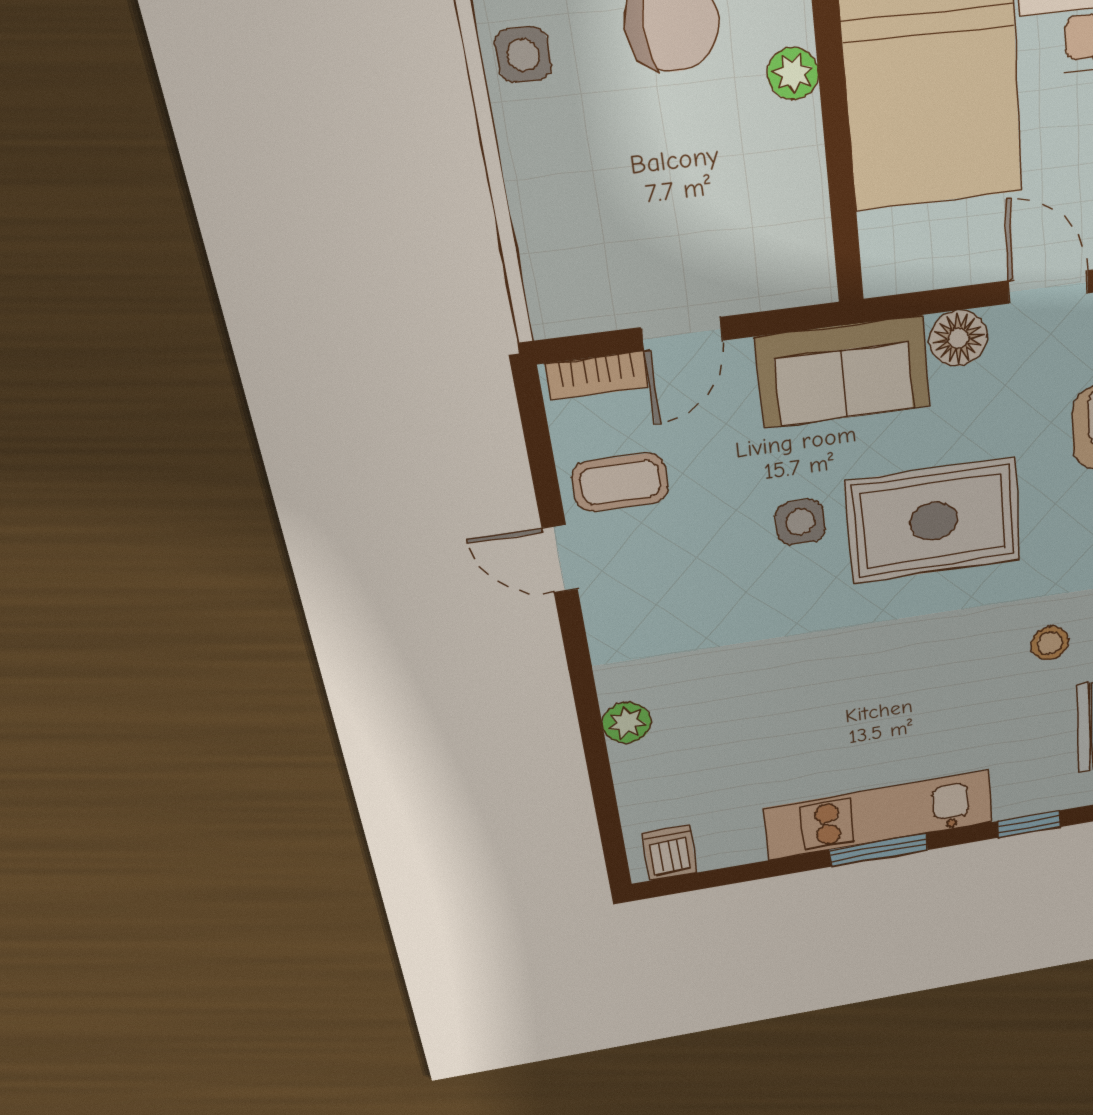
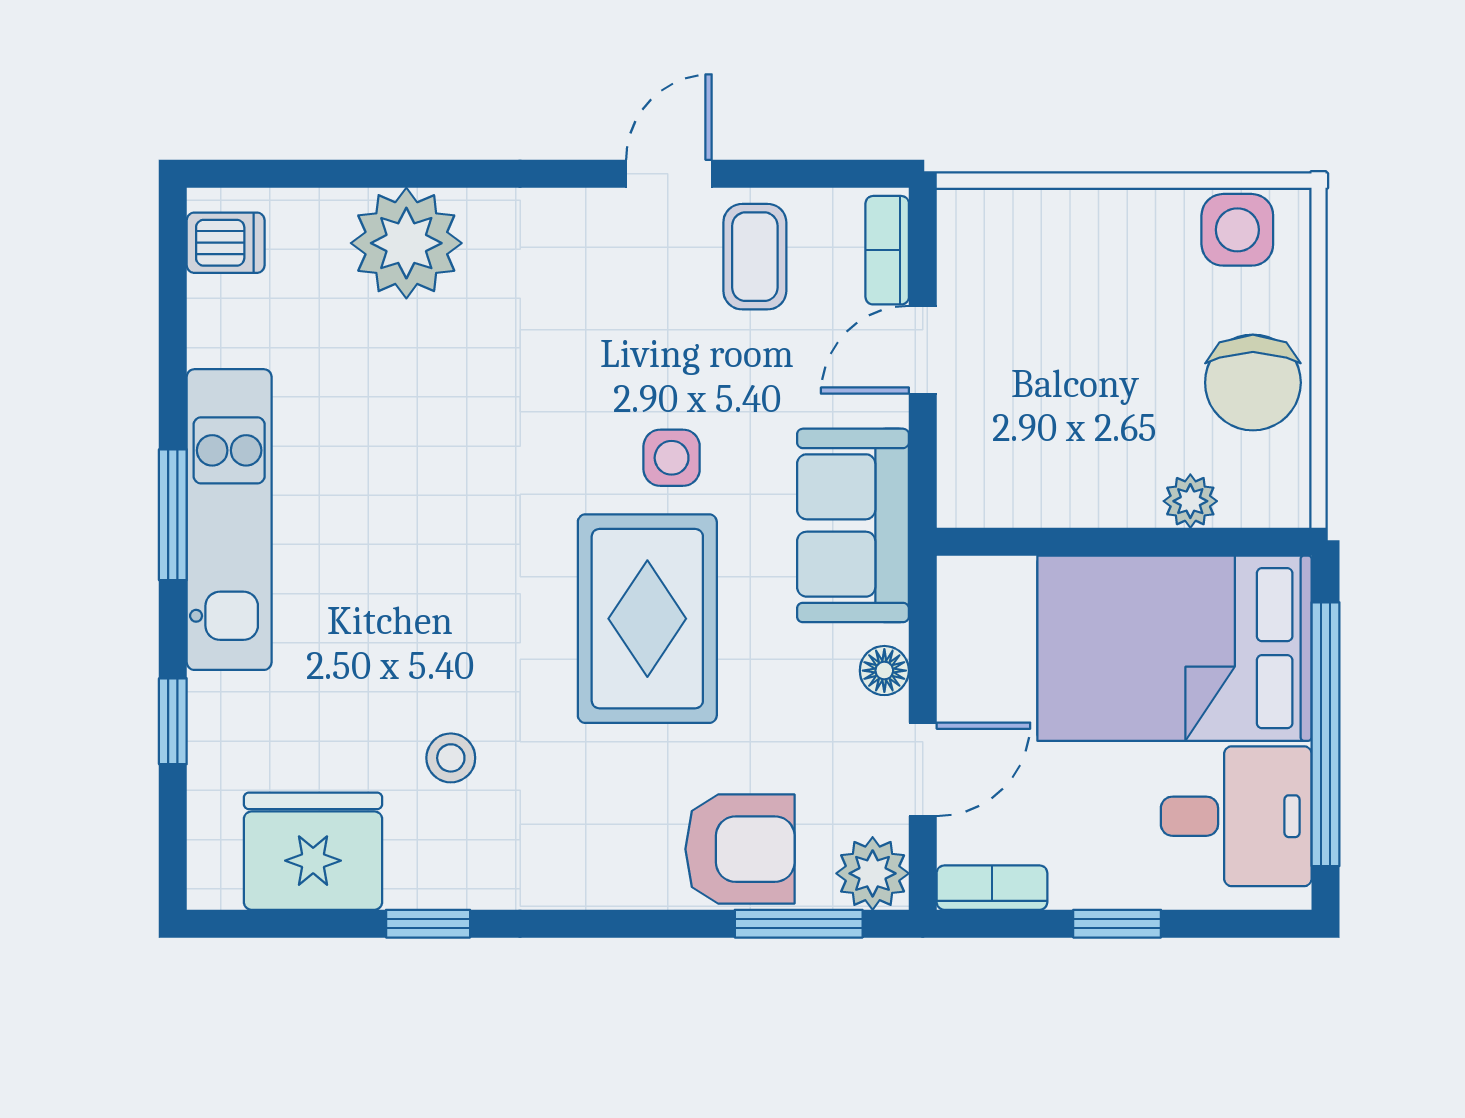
side table: (523, 55) -> (1237, 230), width x1.37, depth x1.37
door: (682, 334) -> (923, 350), hinge flipped
floor lamp: (958, 338) -> (884, 671), width x0.73, depth x0.73
plant: (627, 723) -> (406, 243), width x1.88, depth x1.88

